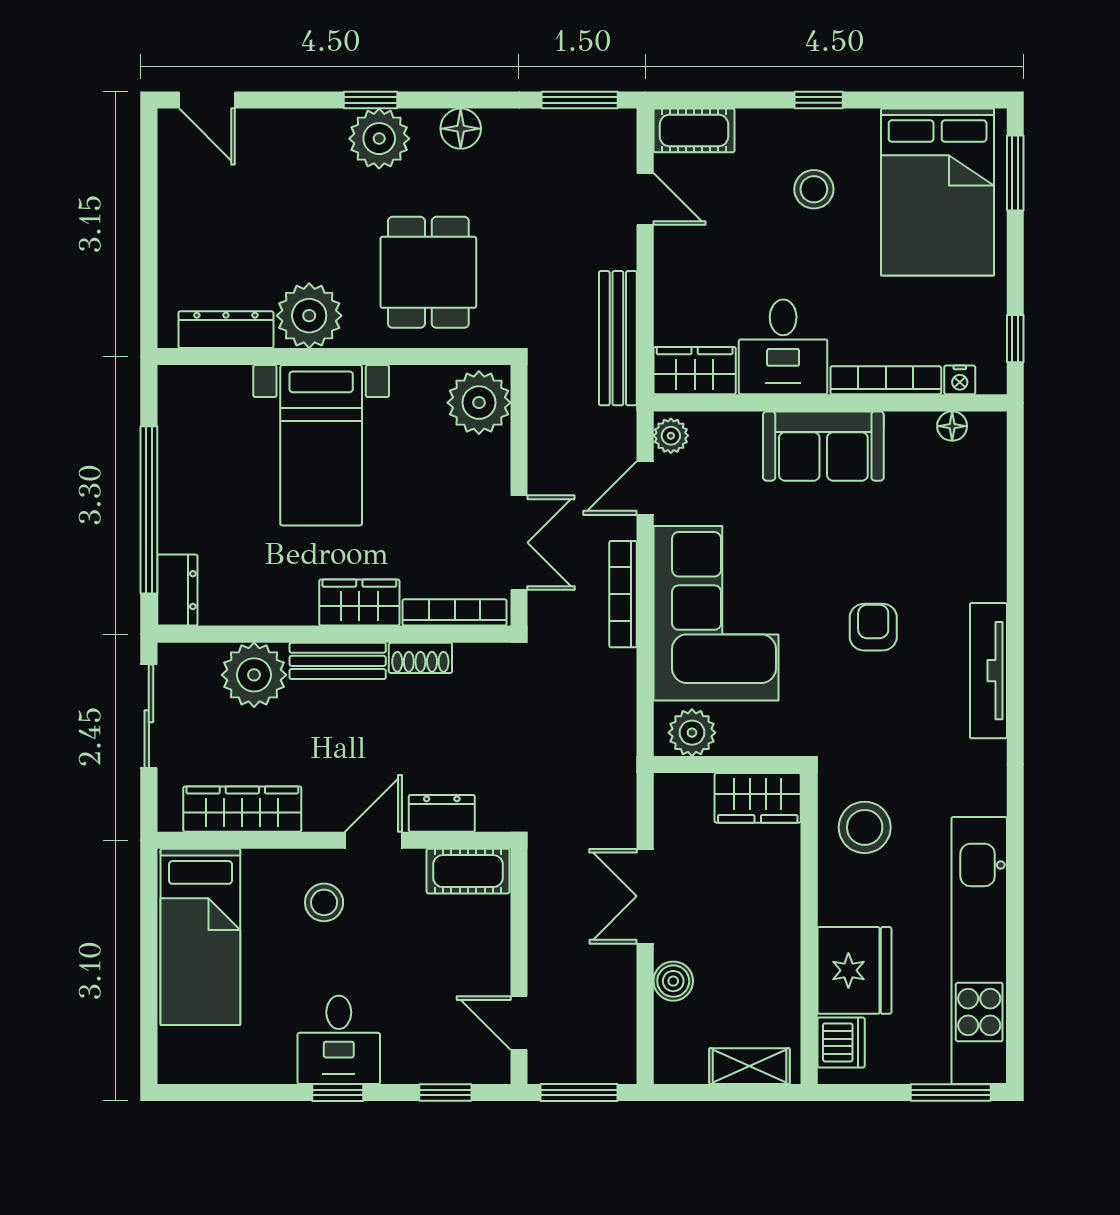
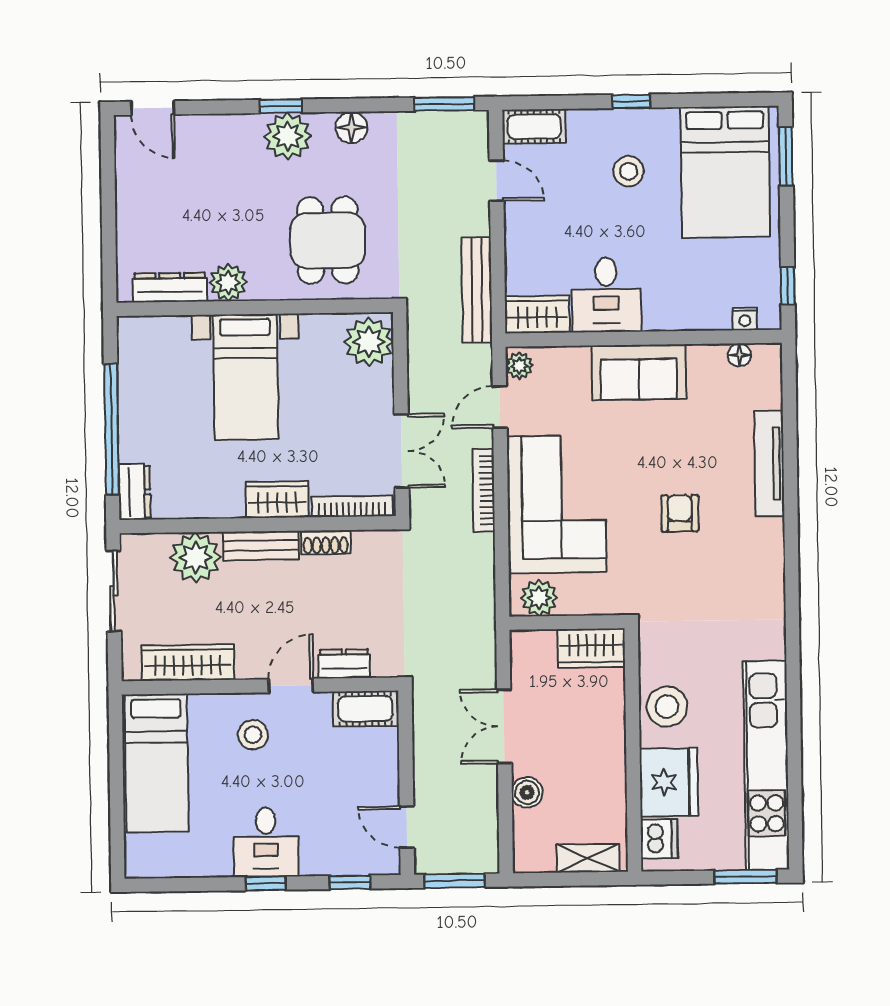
plant: (309, 316) -> (228, 282), width x0.73, depth x0.73
bookcase: (886, 380) -> (687, 320), removed
tv unit: (988, 671) -> (769, 464), moved
stool: (865, 827) -> (667, 707), moved

